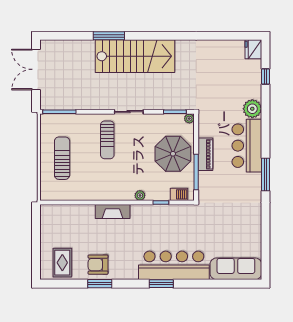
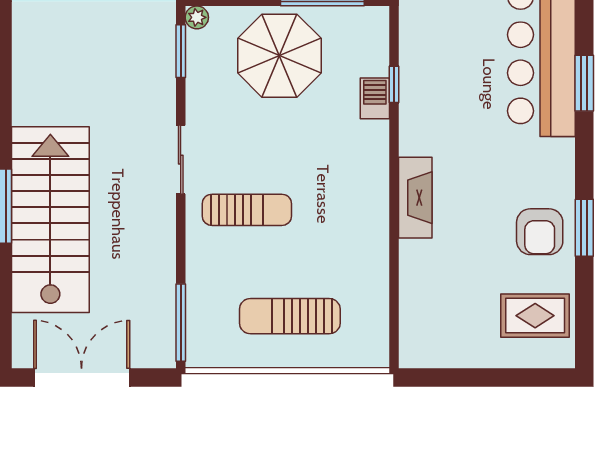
stairs: (135, 56) -> (50, 220), moved
double door: (36, 69) -> (82, 378), swing flipped
barbecue: (179, 194) -> (375, 98), moved
plant: (140, 195) -> (377, 133), removed

